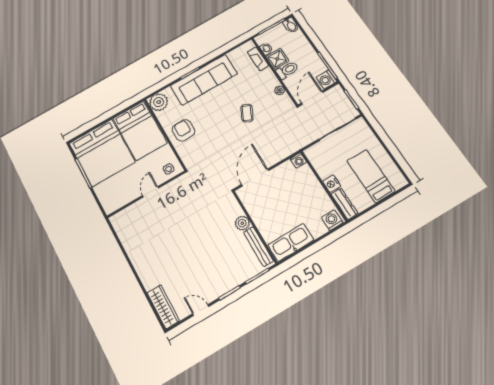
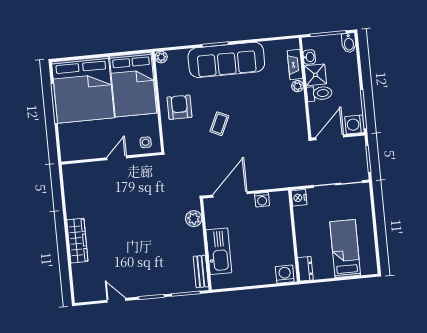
plant: (279, 90) -> (298, 86), moved
plant: (159, 102) -> (161, 57), width x0.53, depth x0.53
coffee table: (247, 113) -> (219, 124), moved
washing machine: (298, 160) -> (262, 200), moved
nightstand: (332, 184) -> (299, 198), moved
dresser: (344, 204) -> (305, 269), width x0.70
plant: (242, 223) -> (194, 219), moved
kitchen sink: (291, 242) -> (219, 251), moved, turned 90
bench: (258, 247) -> (201, 271), width x0.73
wardrobe: (163, 307) -> (77, 241), moved

